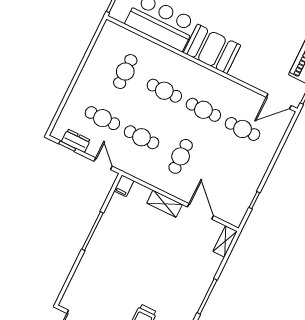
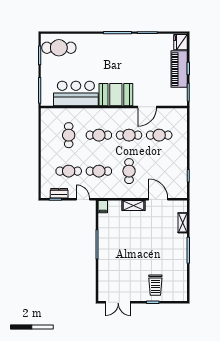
door: (279, 101) -> (147, 107), moved
shelving: (225, 241) -> (183, 223), moved

